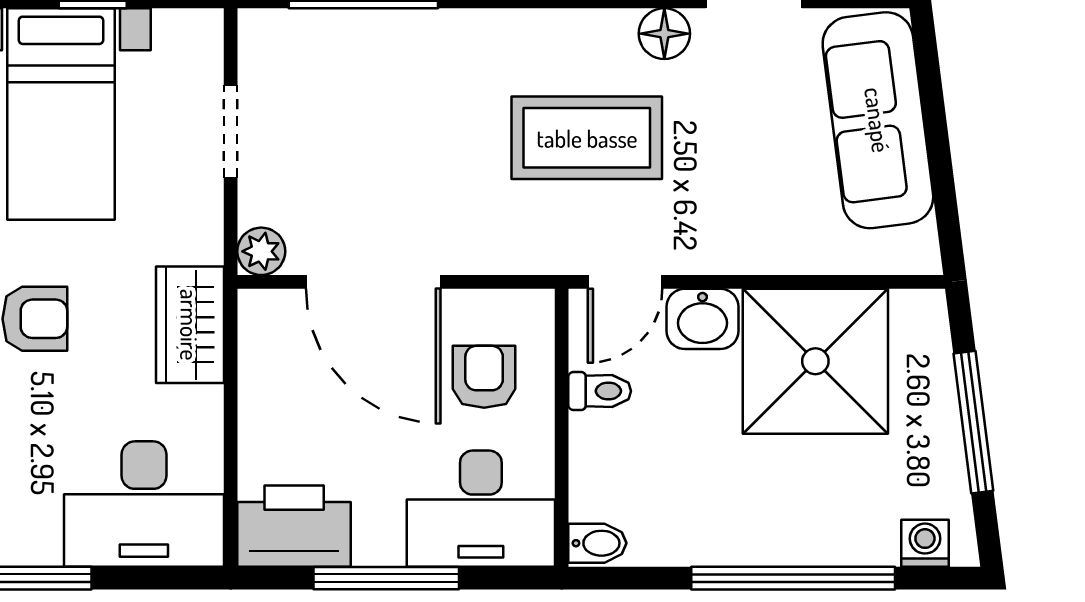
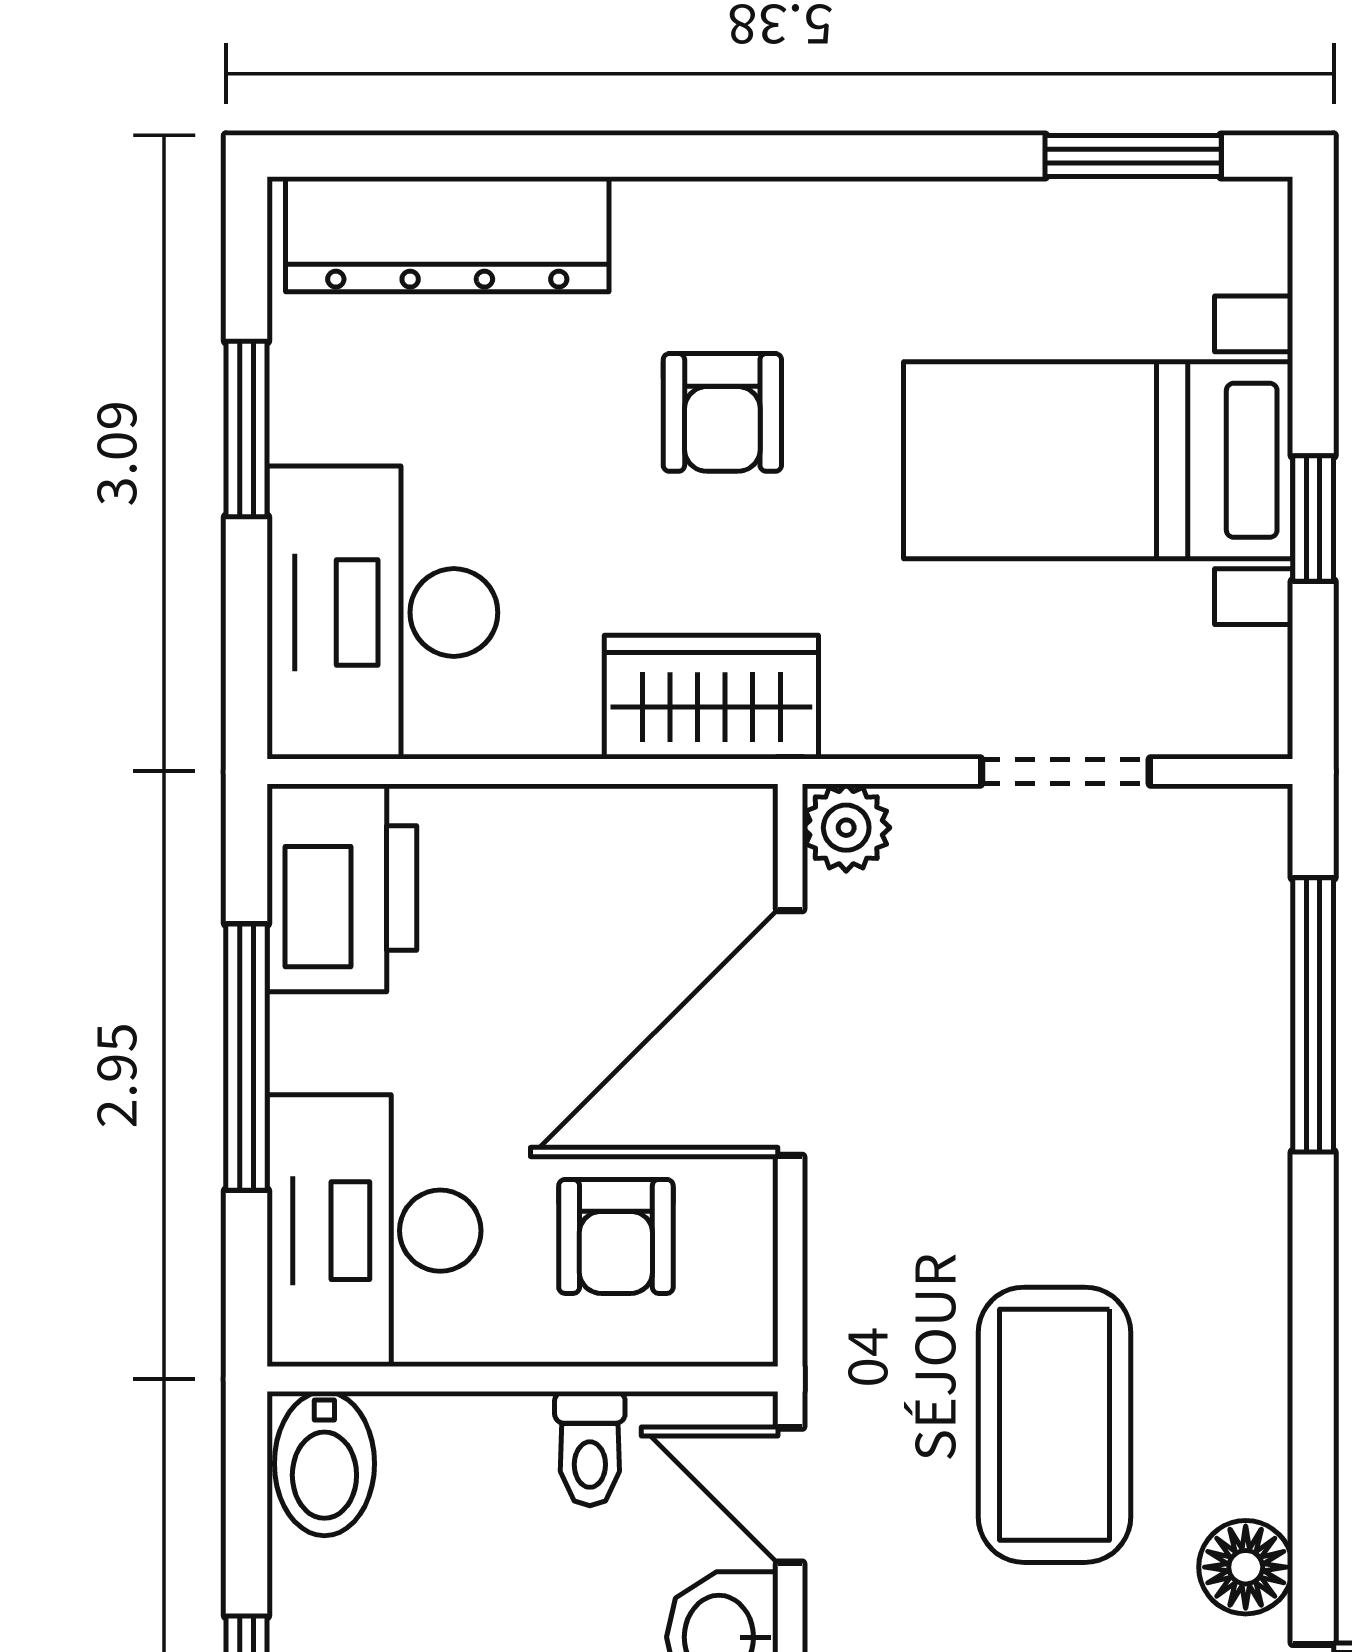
armchair: (484, 377) -> (616, 1236), turned 90
bidet: (597, 543) -> (324, 1464), width x1.38, depth x1.36

